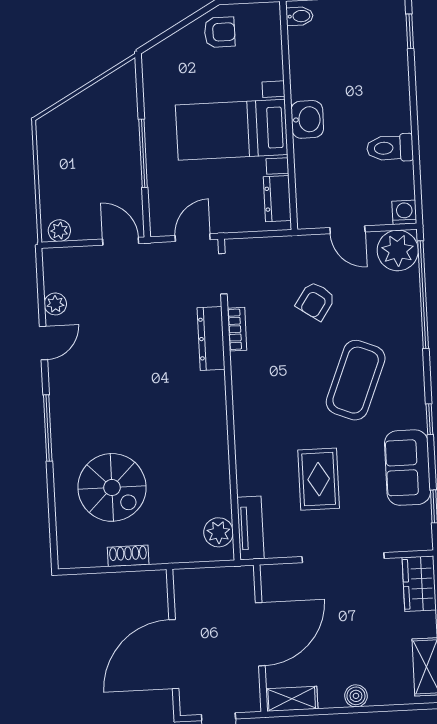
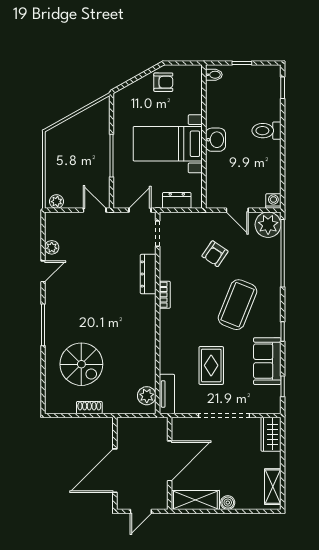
toilet: (390, 148) -> (266, 131), moved
dresser: (277, 199) -> (177, 200), moved, turned 90
bookcase: (237, 329) -> (165, 295), moved
shelving: (292, 699) -> (195, 500), width x1.50, depth x1.33

